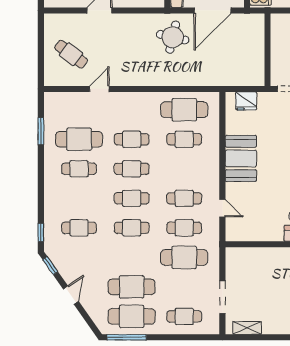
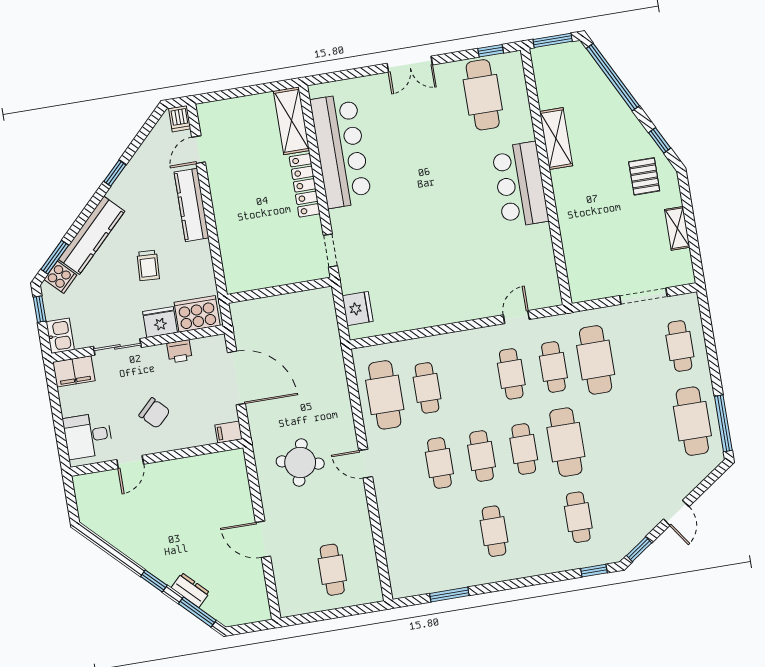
round table: (173, 37) -> (300, 463), moved
cafe table: (71, 54) -> (332, 570), turned -37
door: (99, 89) -> (366, 464), moved
cafe table: (79, 139) -> (452, 538), removed
booth: (241, 158) -> (441, 302), removed
cafe table: (132, 228) -> (566, 442), width x1.37, depth x1.35
cafe table: (132, 287) -> (650, 428), removed
door: (71, 295) -> (676, 513), swing flipped
shelving: (247, 328) -> (677, 228), moved

